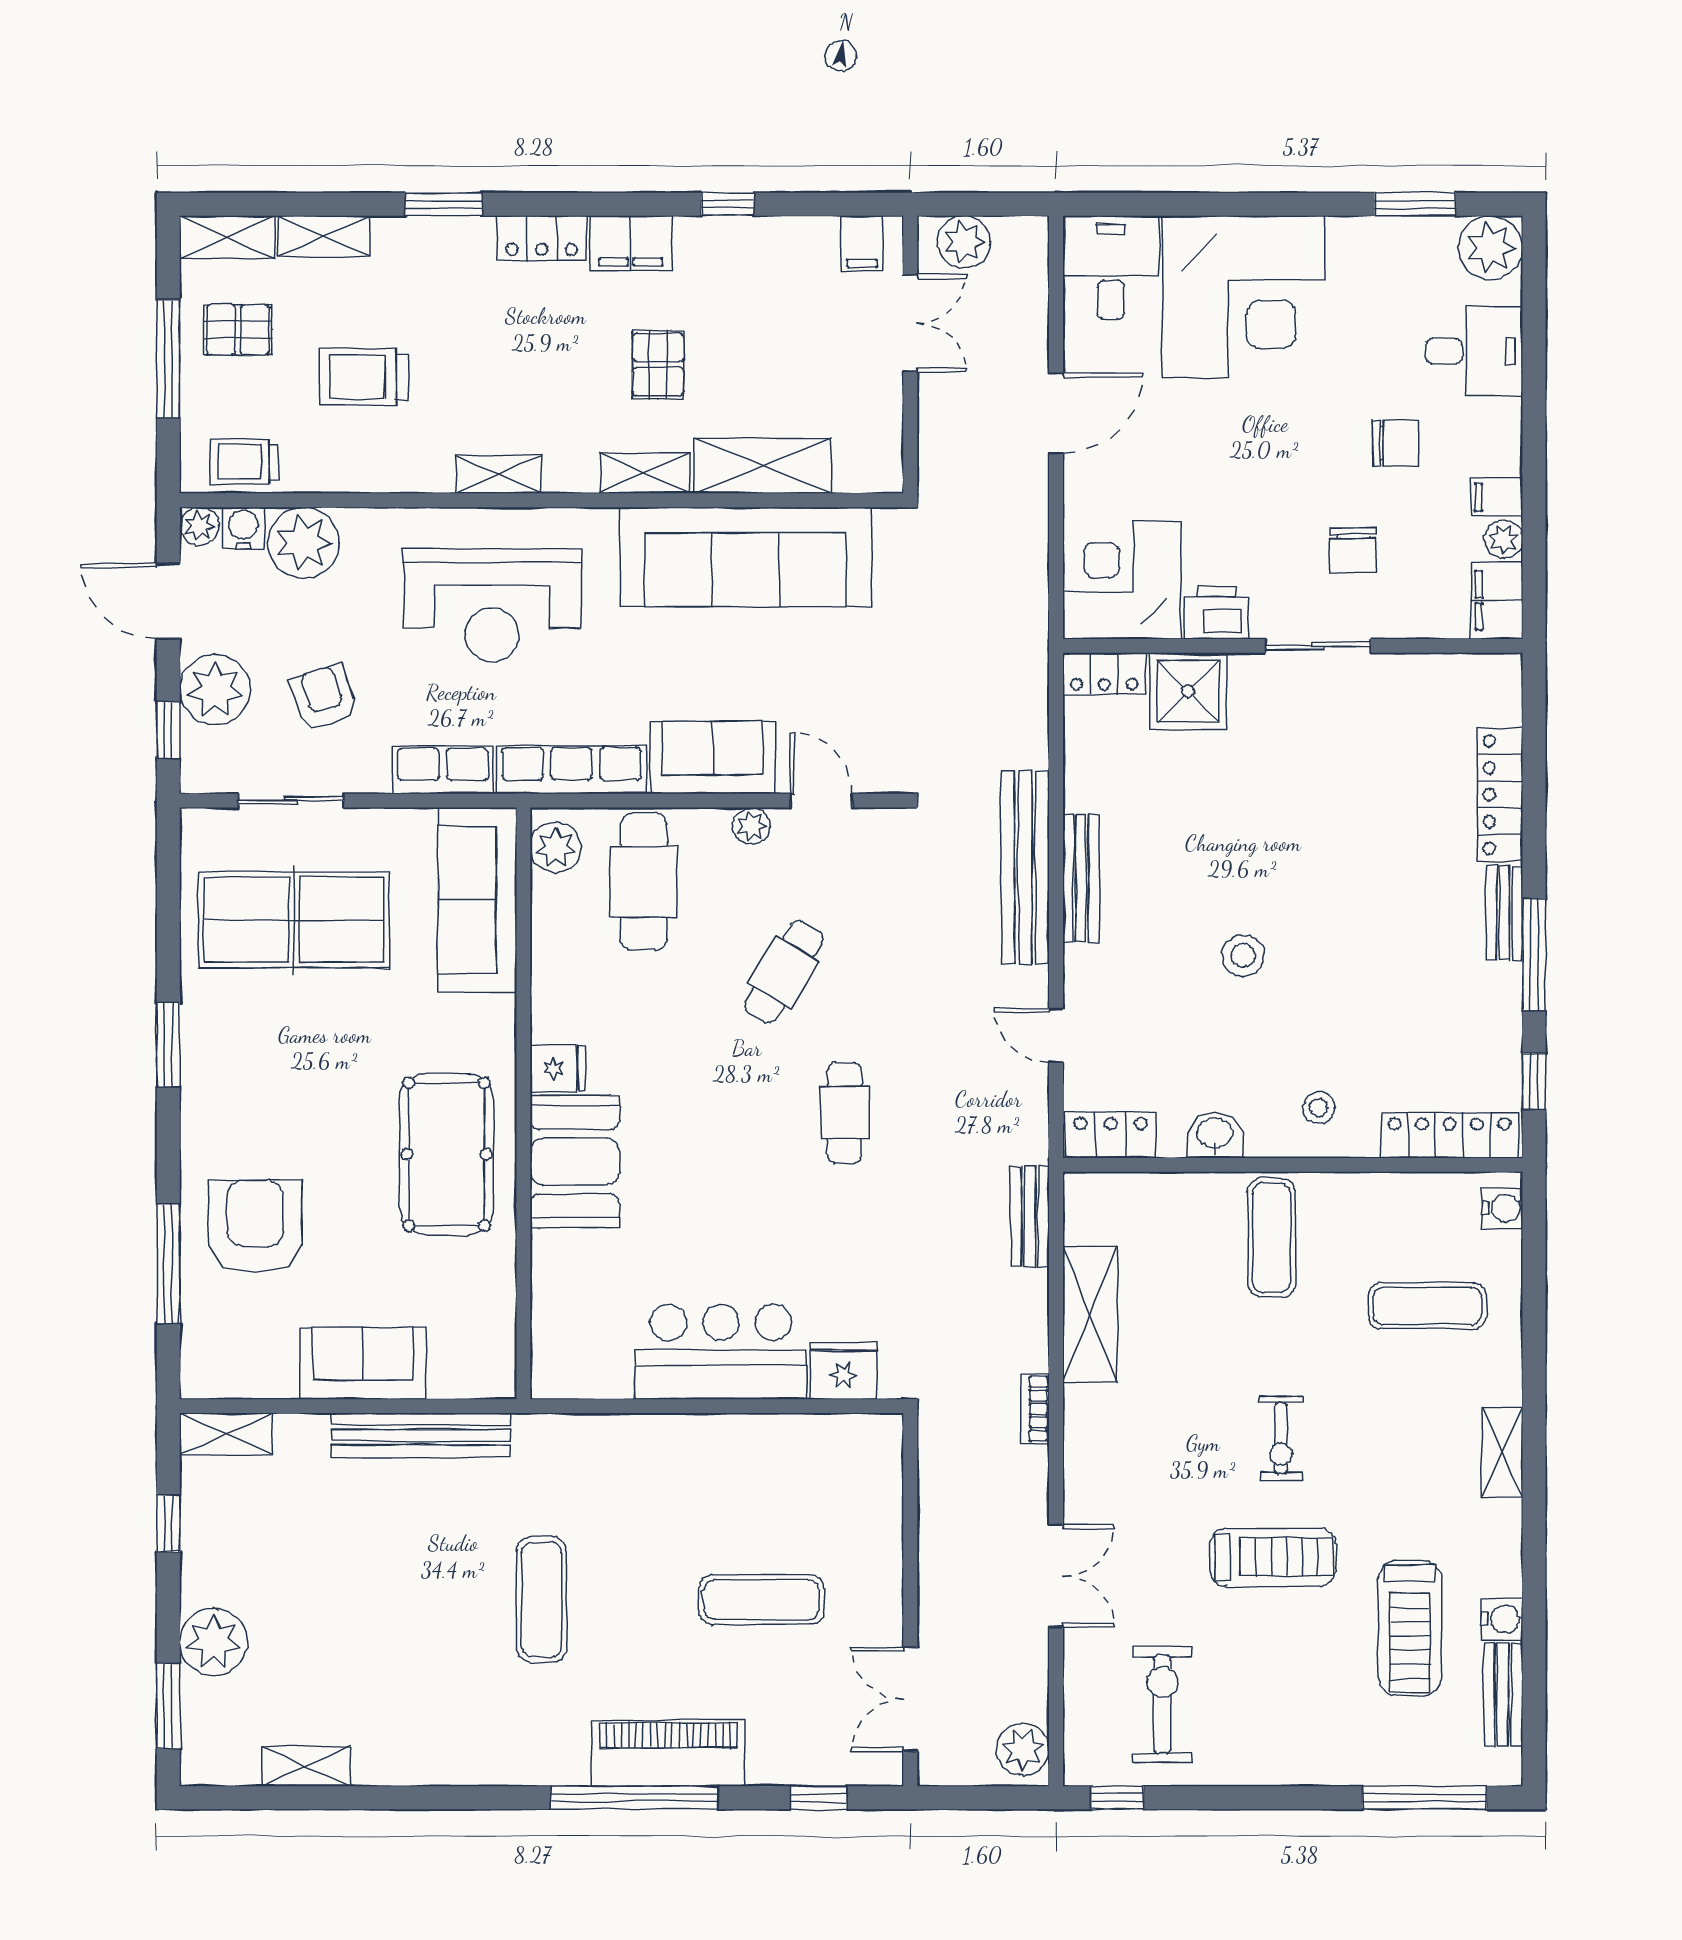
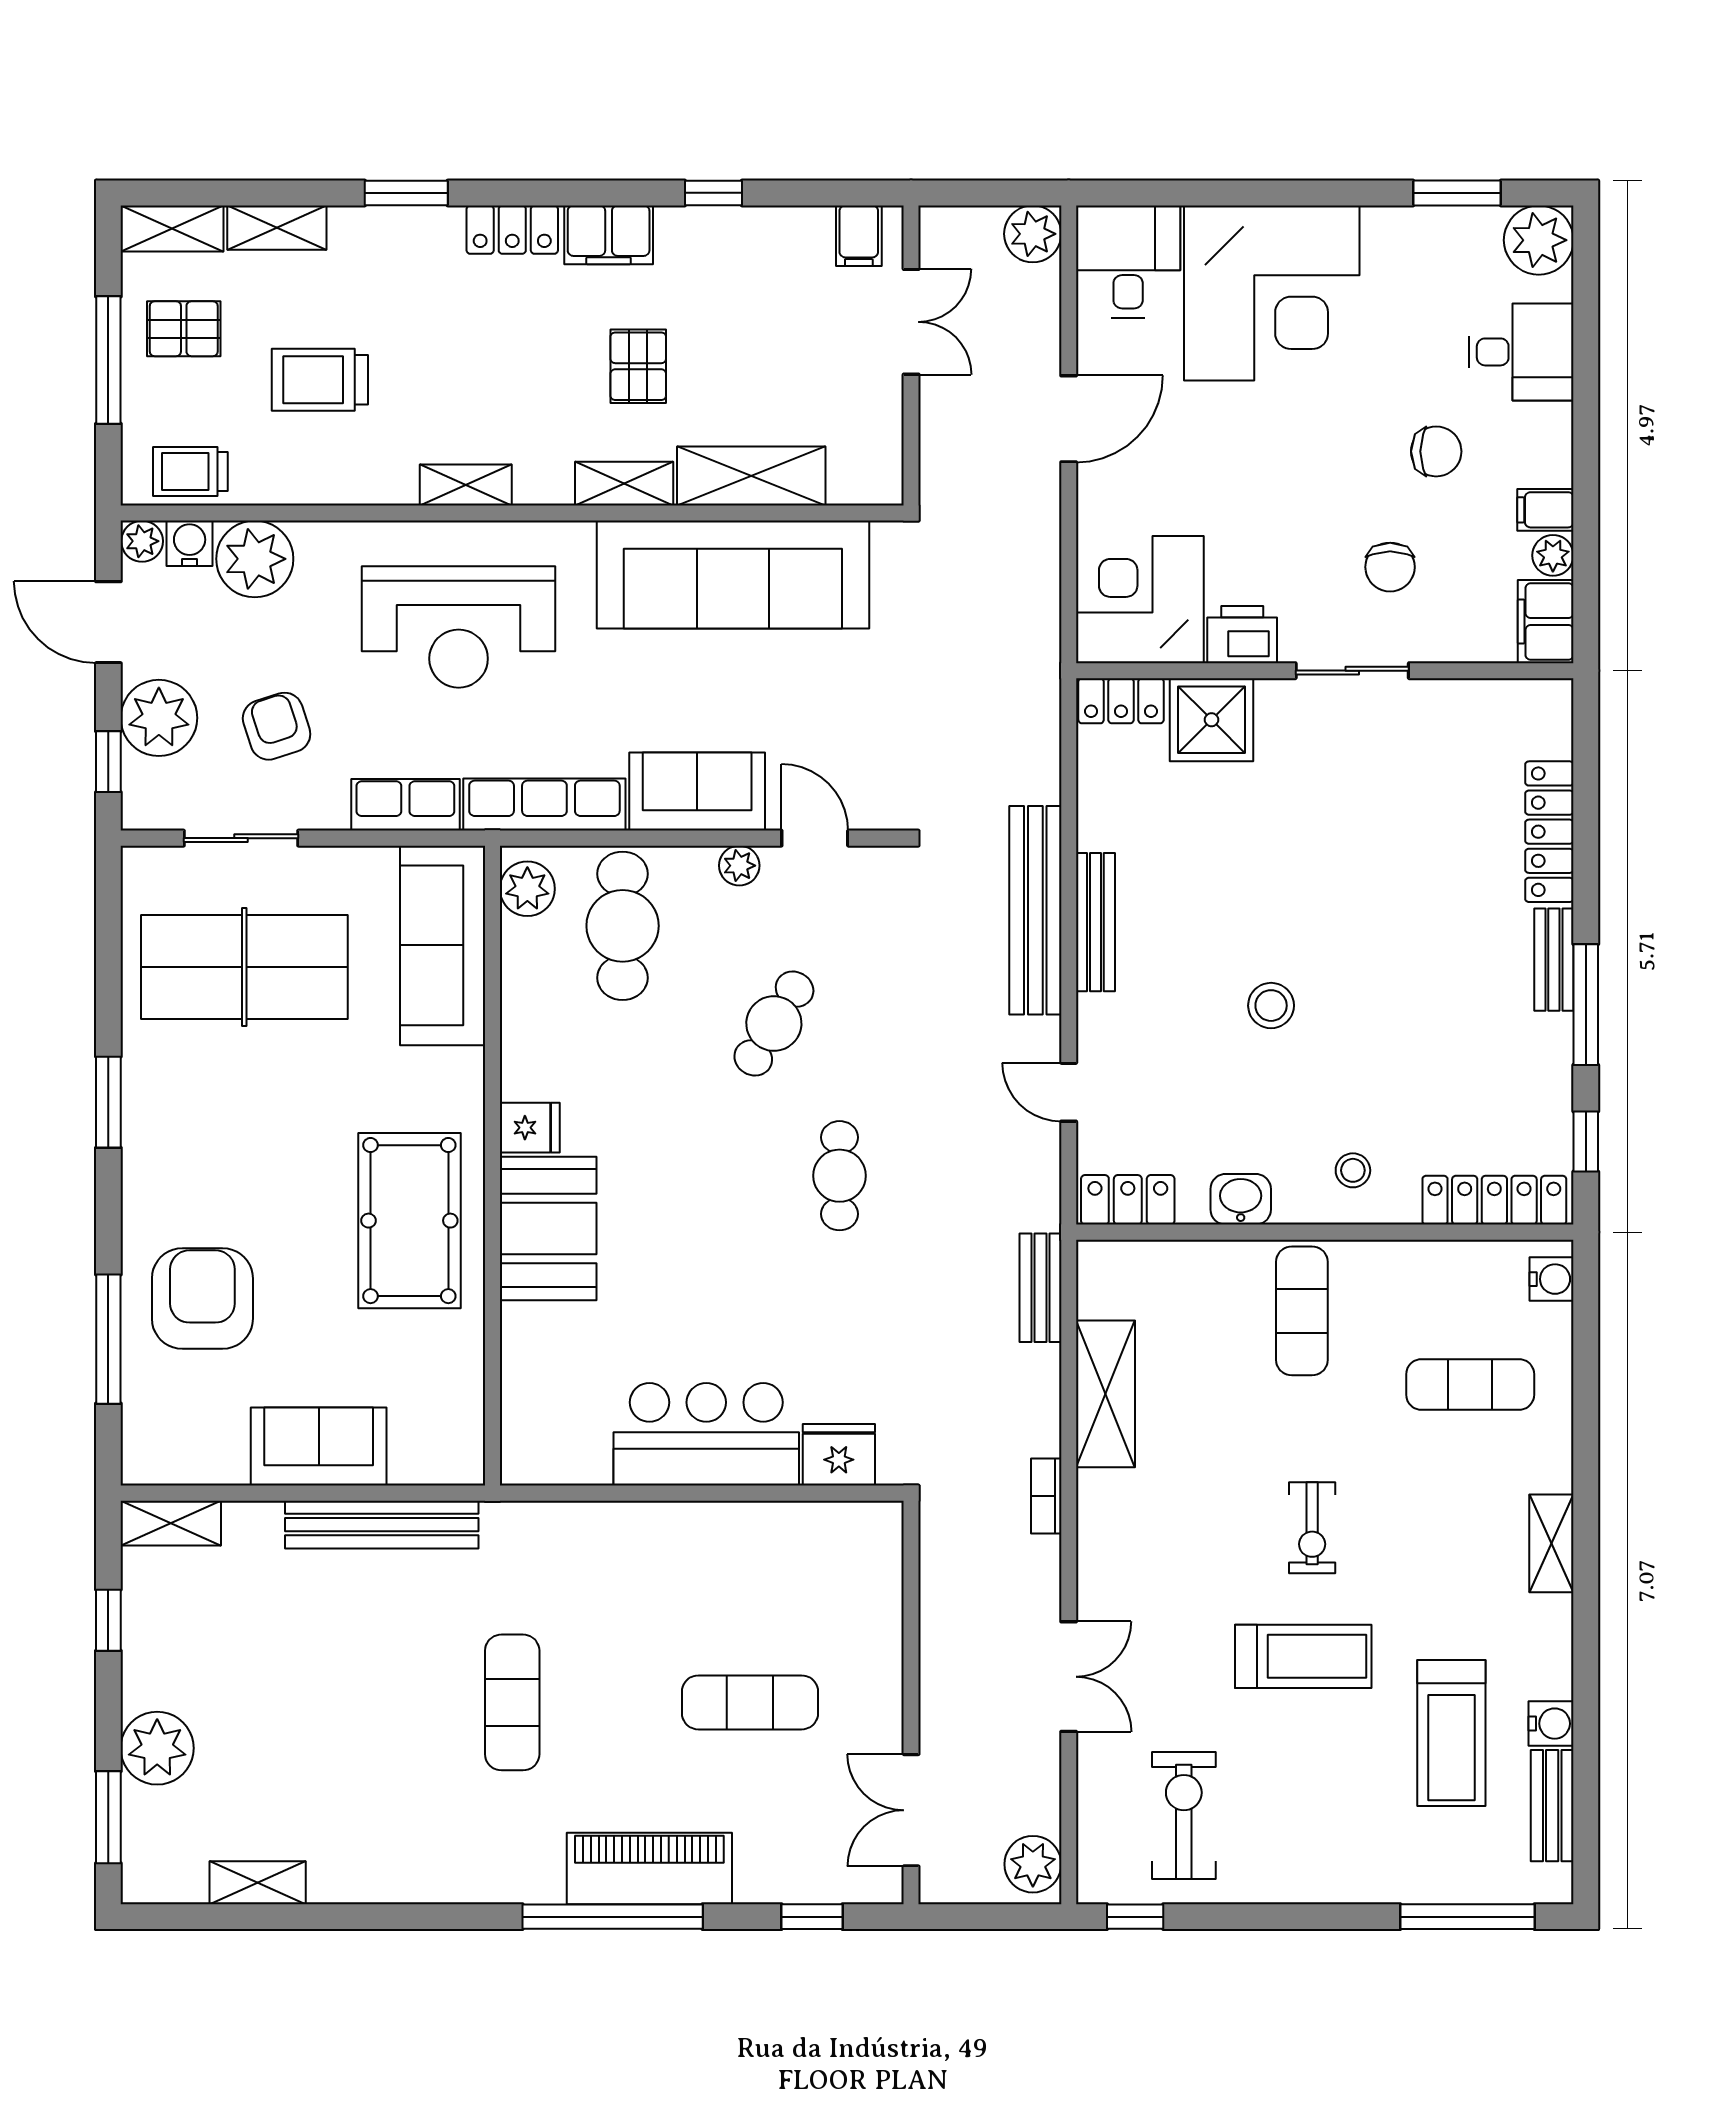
plant: (964, 242) -> (1033, 234), moved

